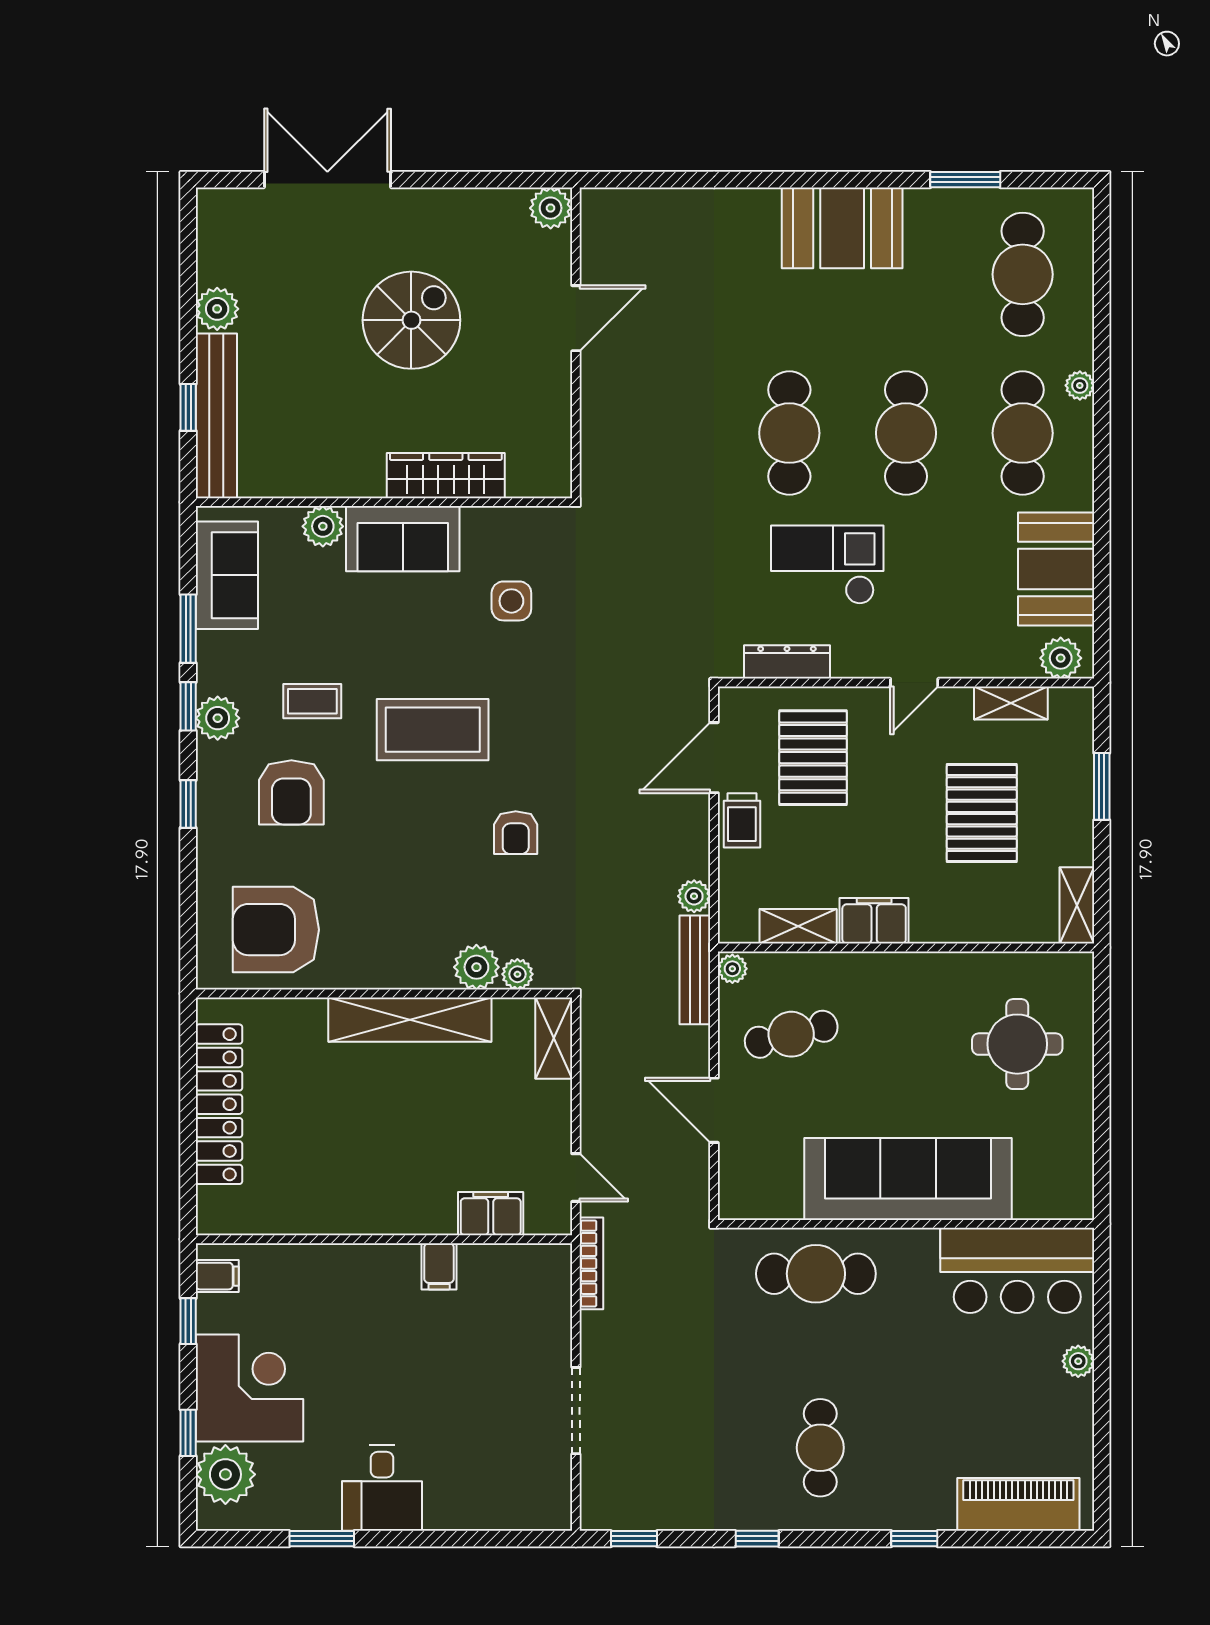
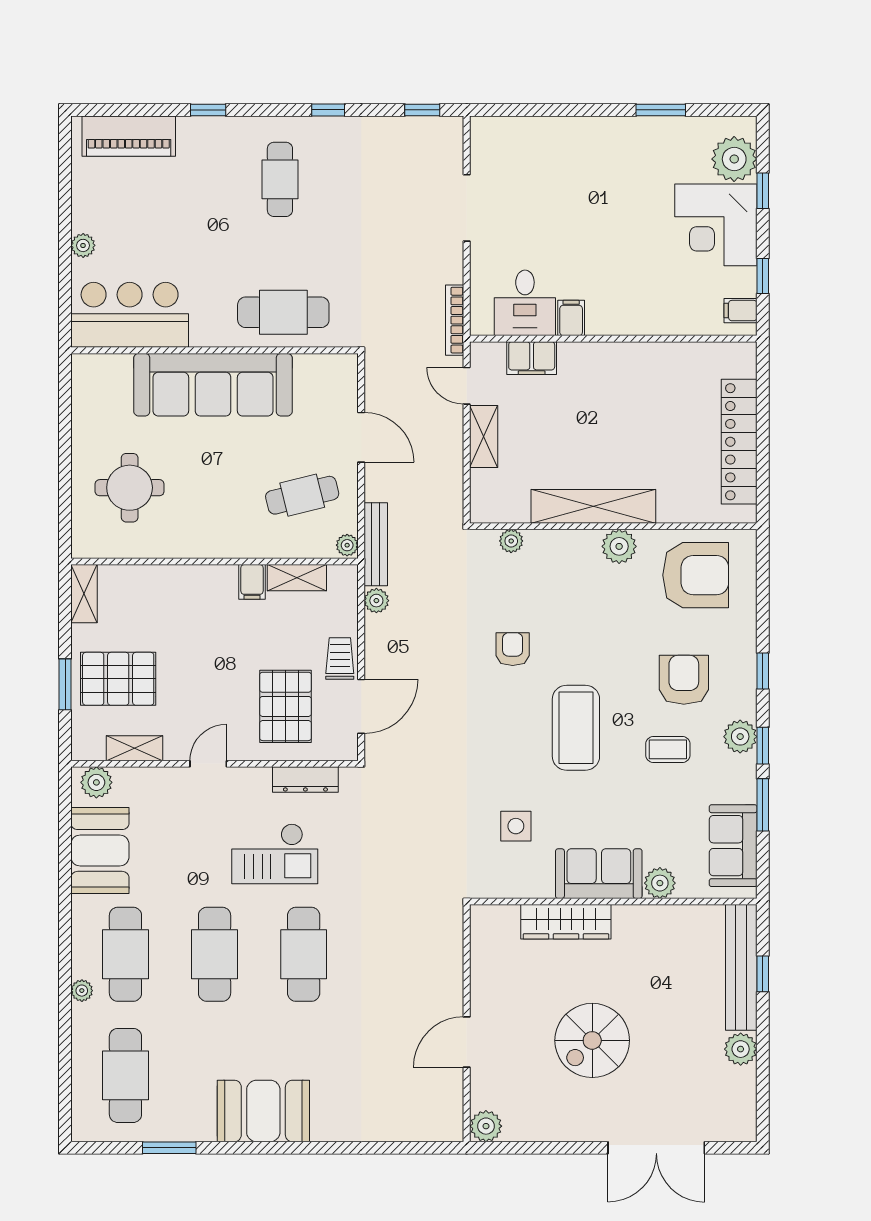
coffee table: (433, 730) -> (576, 728), turned 90
pallet: (982, 813) -> (118, 679), moved, turned 90
filing cabinet: (874, 921) -> (252, 582), width x0.50
plant: (476, 967) -> (619, 546), moved
shelving: (554, 1038) -> (484, 437), moved
desk: (382, 1488) -> (525, 303), moved, turned 180

